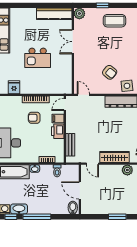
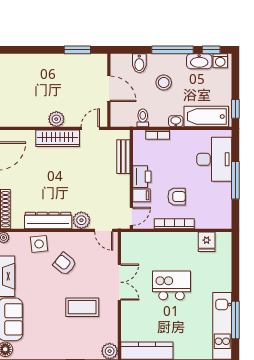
coffee table: (114, 21) -> (82, 307), moved
double door: (73, 42) -> (119, 282), moved
plant: (98, 102) -> (81, 220), added
door: (92, 164) -> (90, 128), hinge flipped
plant: (127, 170) -> (56, 119), moved
stool: (43, 195) -> (164, 83), added
bidet: (73, 208) -> (139, 63), moved
window: (117, 217) -> (77, 50), moved

